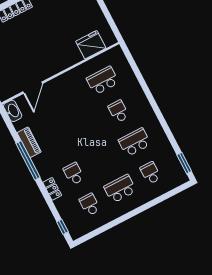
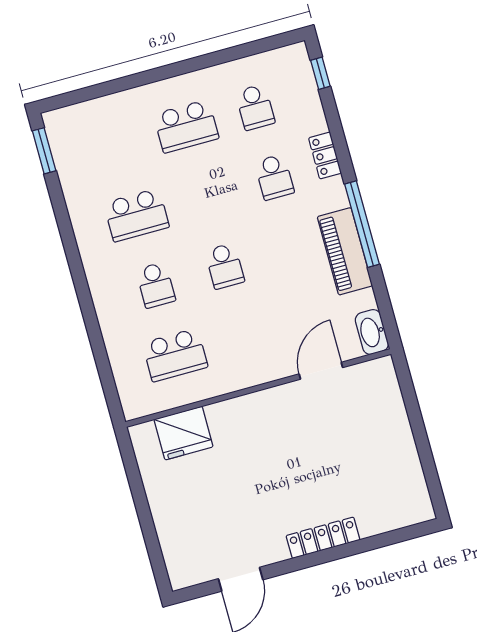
piano: (29, 142) -> (345, 251), width x1.37, depth x1.33
school desk: (151, 173) -> (225, 266), moved

